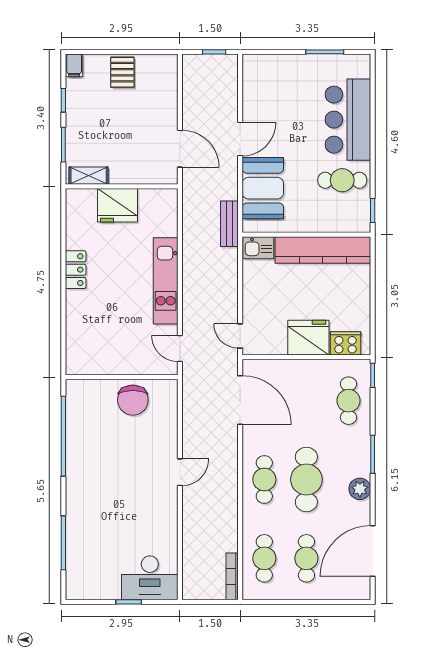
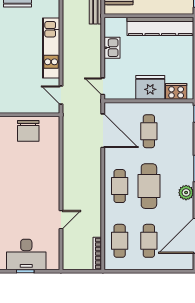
kitchen sink: (258, 248) -> (112, 48), moved, turned -90
cafe table: (348, 401) -> (149, 131), moved
door: (180, 472) -> (61, 220), moved
desk: (150, 578) -> (26, 254), moved

